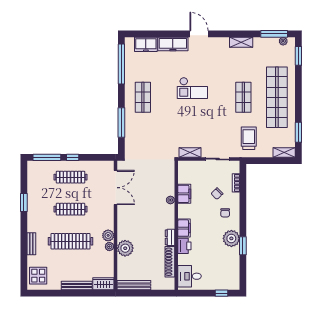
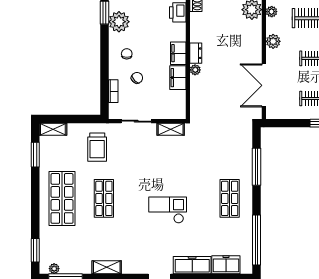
shop shelf: (277, 97) -> (62, 198), width x0.71
filing cabinet: (184, 228) -> (178, 53), moved
plant: (108, 235) -> (273, 41), moved
dresser: (170, 237) -> (196, 53), moved

